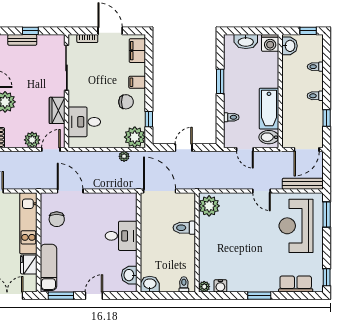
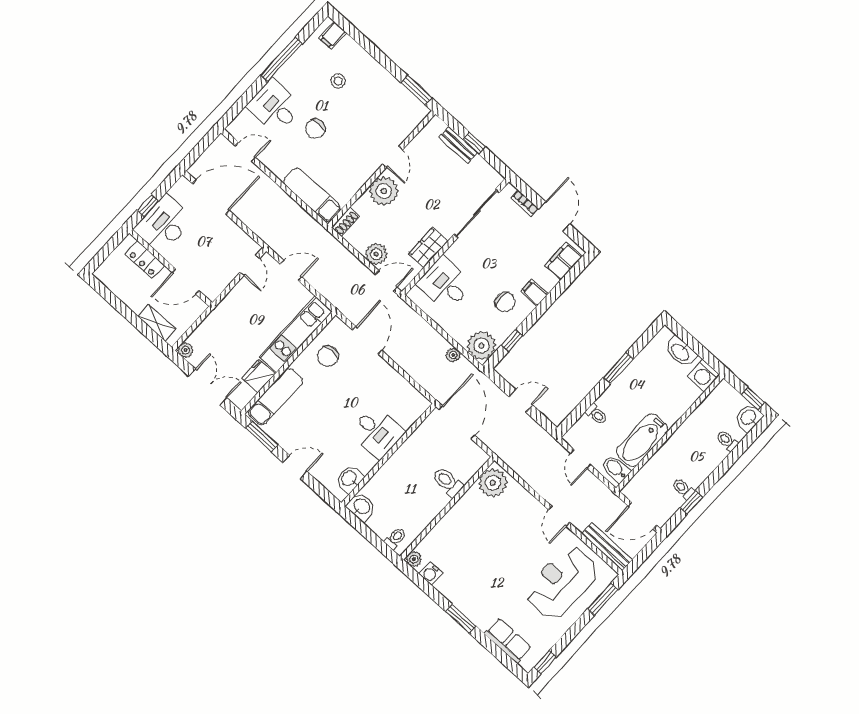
washbasin: (290, 46) -> (749, 418), moved, turned 180
toilet: (315, 96) -> (683, 489), moved

